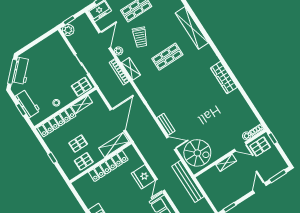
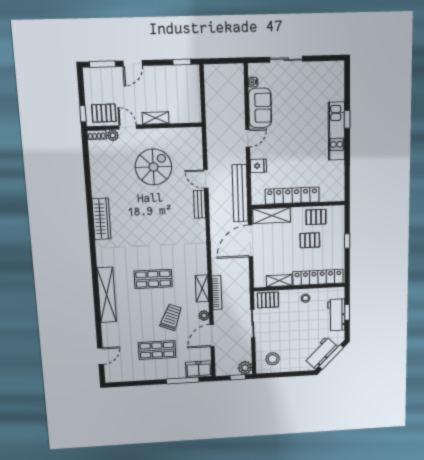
stool: (53, 47) -> (273, 359), added
spiral stairs: (197, 153) -> (153, 167), moved, turned 90
fridge: (143, 177) -> (258, 166), width x0.53, depth x0.75
bench: (188, 181) -> (240, 193), moved

